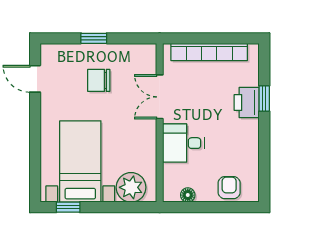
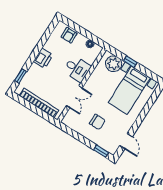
window: (94, 38) -> (101, 151), moved
window: (264, 98) -> (21, 76), moved
printer: (247, 103) -> (43, 58), moved
window: (68, 207) -> (130, 62), moved

